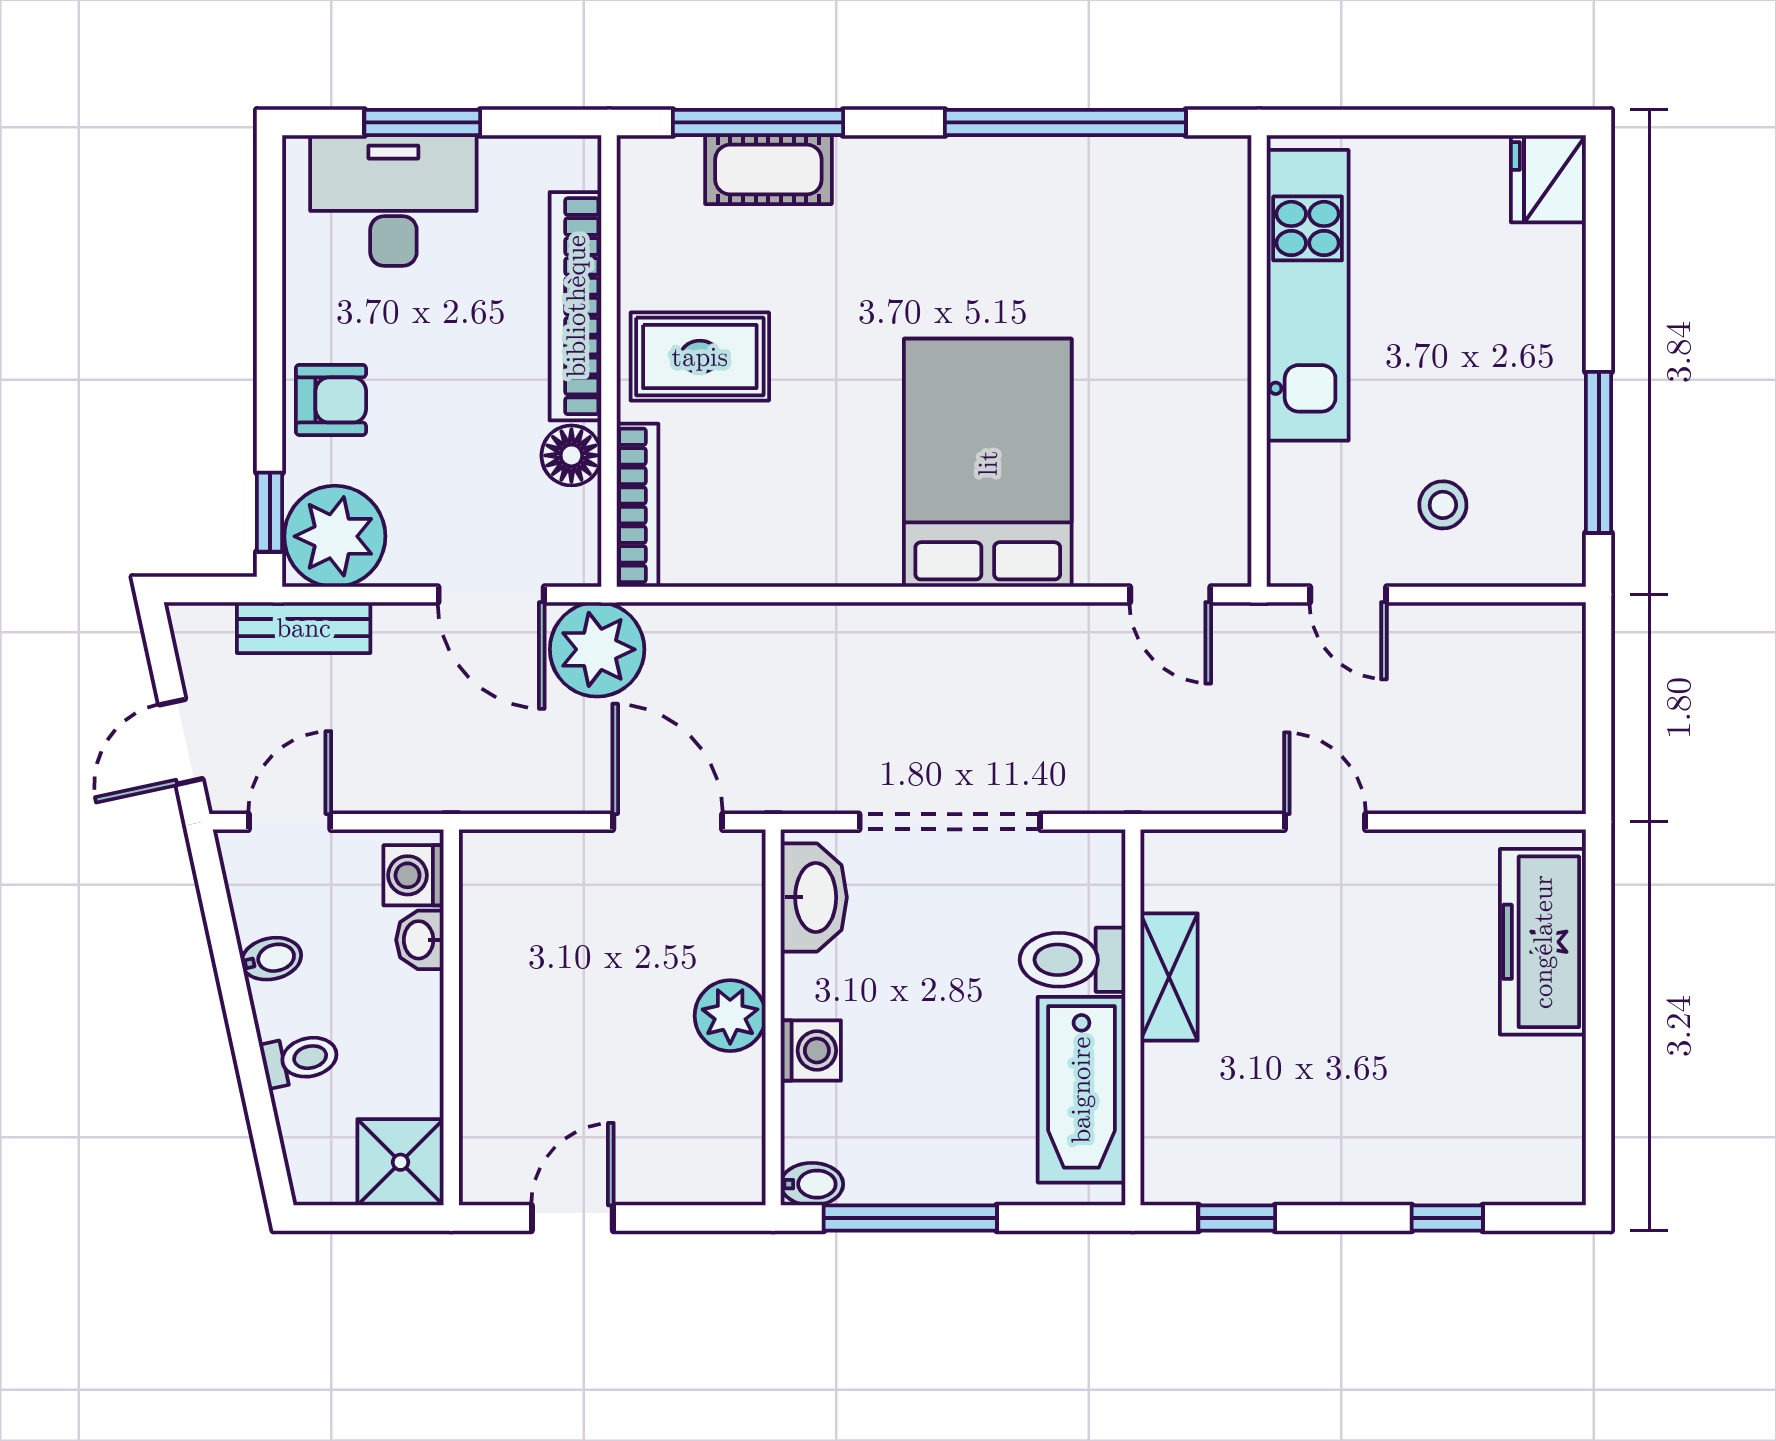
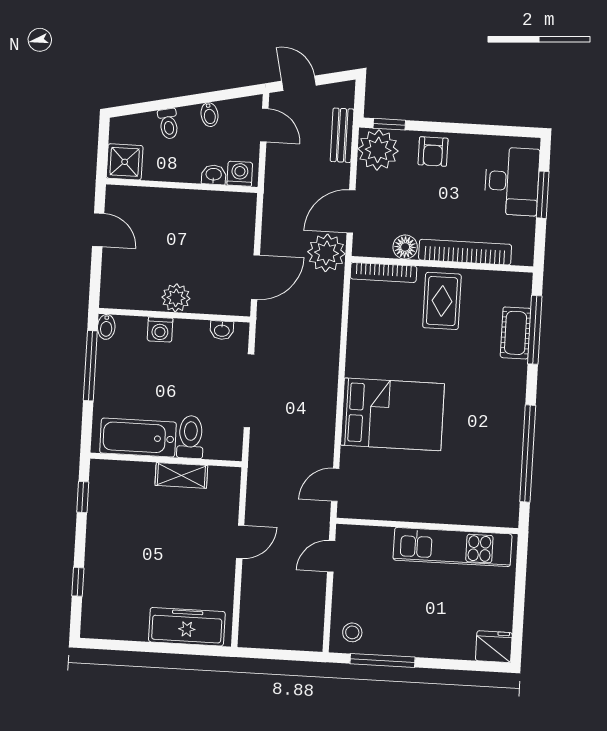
stool: (1443, 505) -> (352, 632), moved
washbasin: (814, 897) -> (222, 330), width x0.52, depth x0.69

